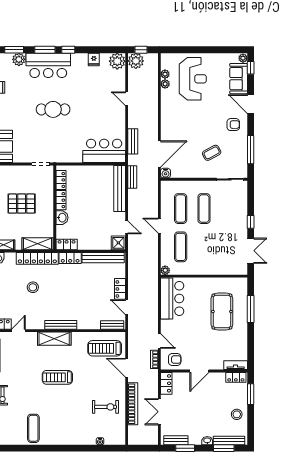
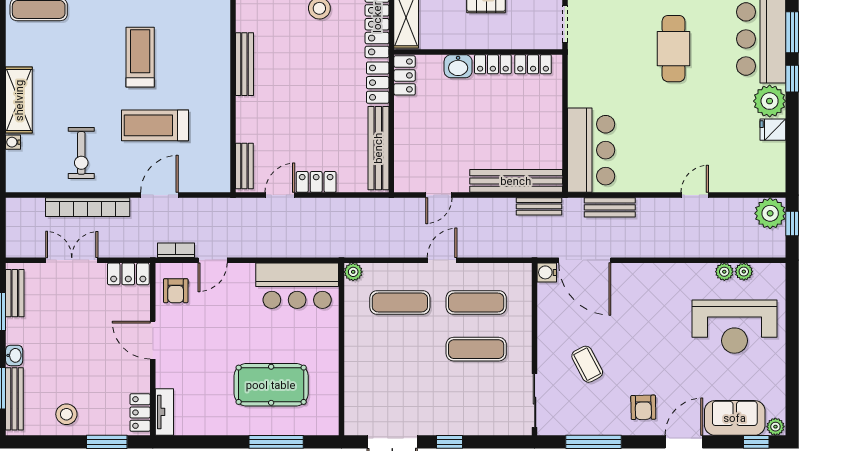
plant: (117, 61) -> (770, 101), moved
shower: (118, 243) -> (408, 179), removed
shelving: (54, 339) -> (19, 100), moved
treadmill: (105, 348) -> (155, 125), moved, turned -90

